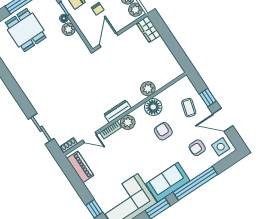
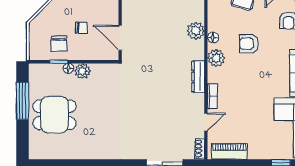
floor lamp: (153, 107) -> (213, 38), width x0.53, depth x0.53
plant: (128, 122) -> (216, 58), moved

